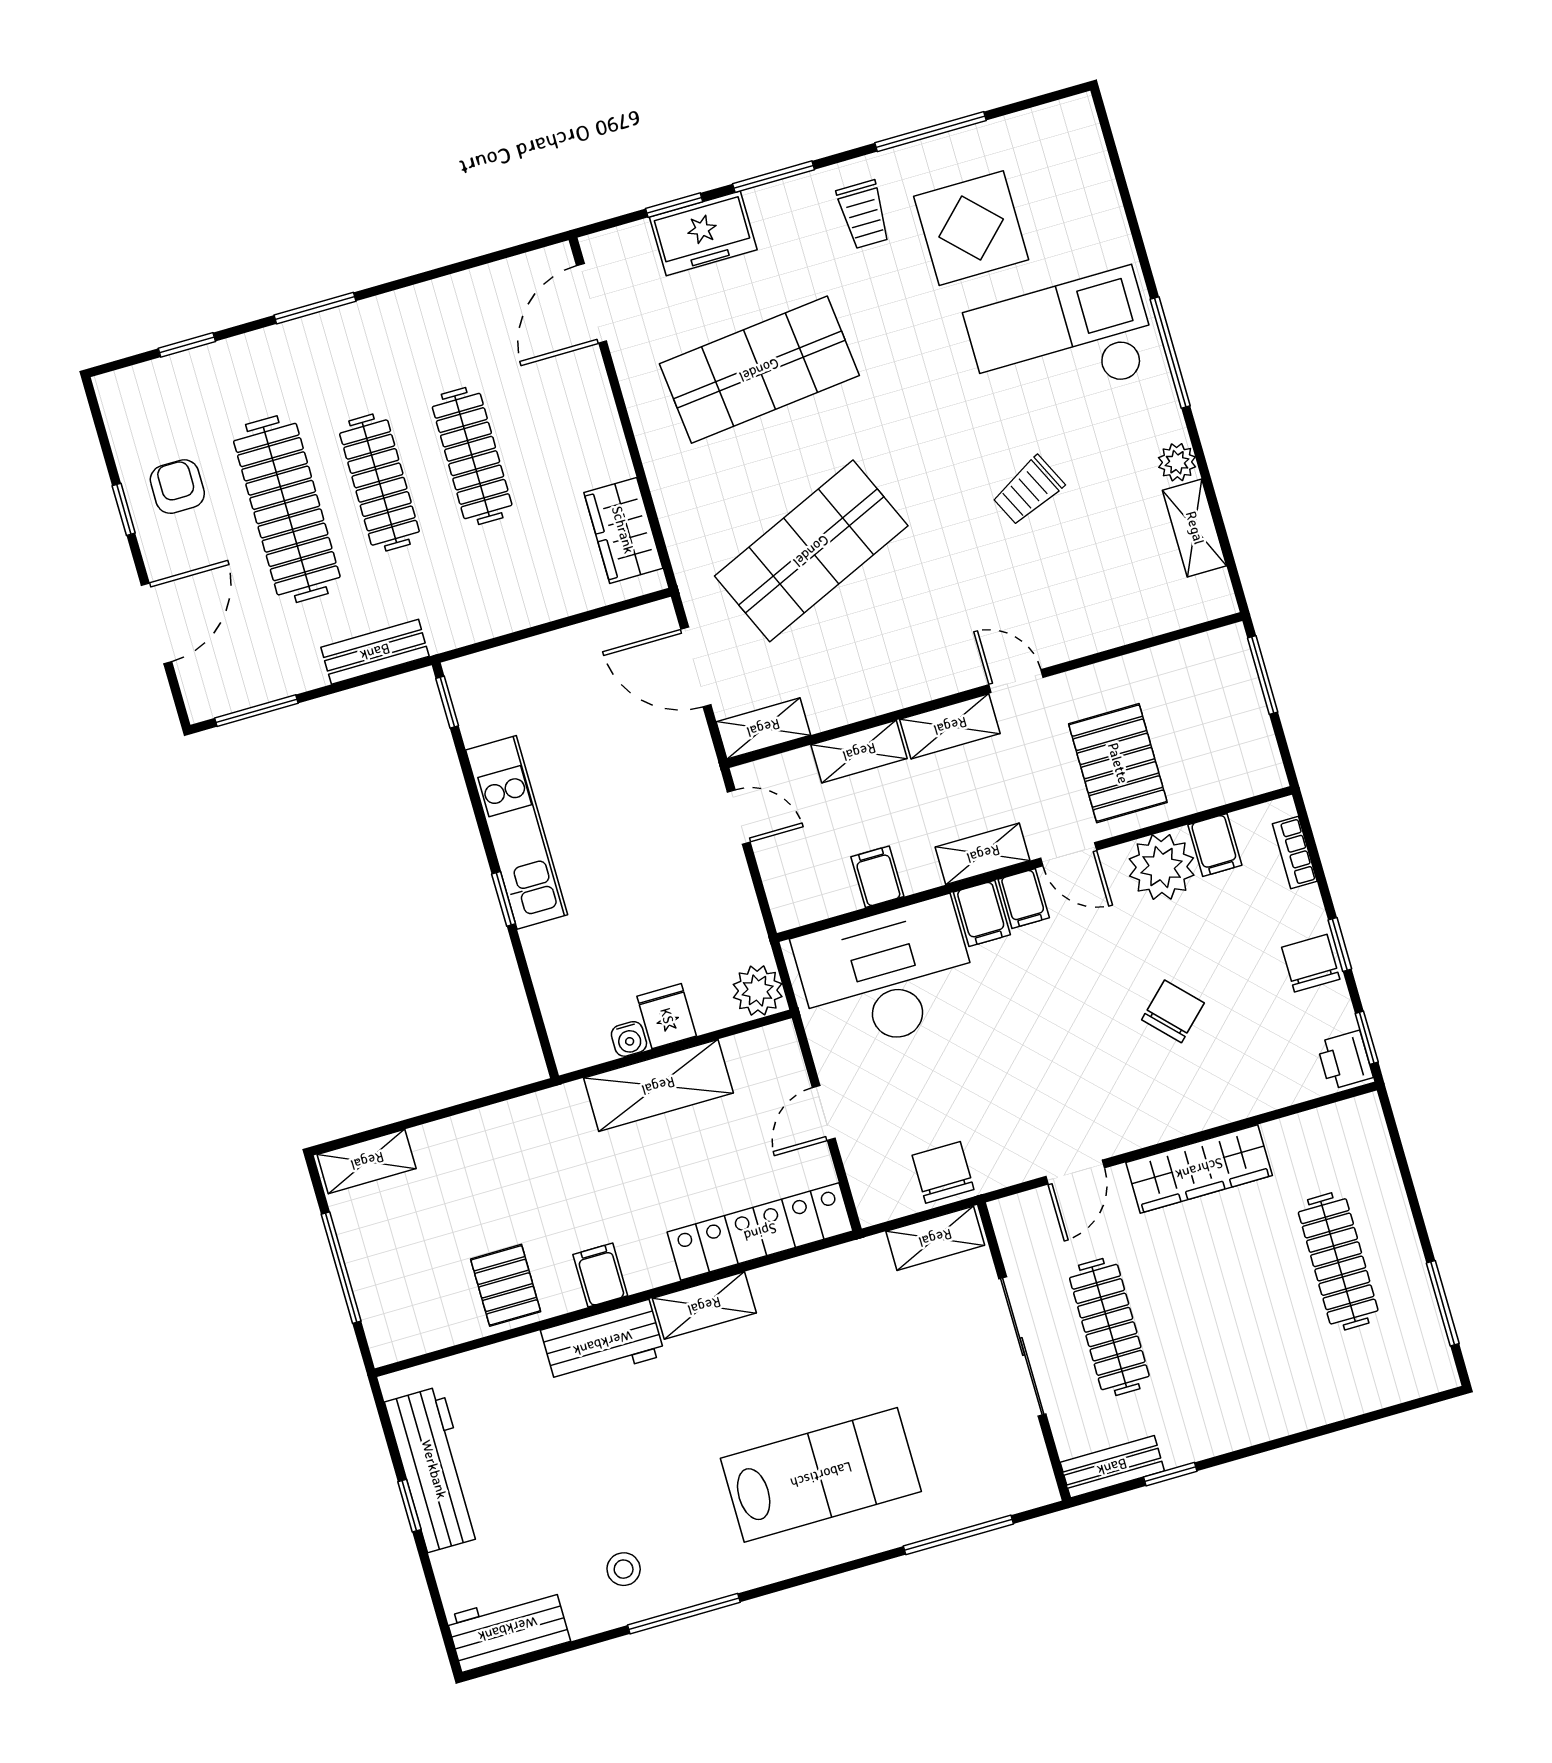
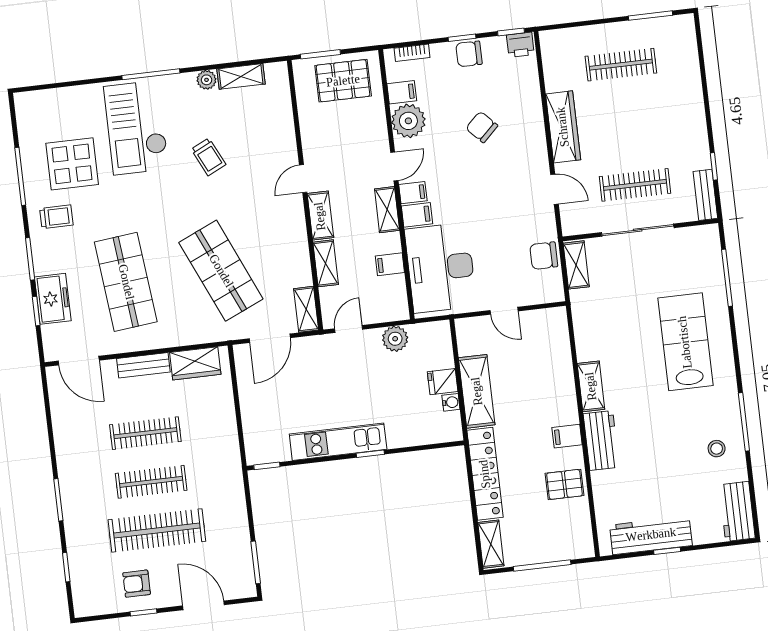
bench: (375, 652) -> (143, 365), moved, turned 90
pallet: (1118, 763) -> (343, 81), moved
plant: (758, 991) -> (395, 339), moved
locker: (760, 1232) -> (485, 474), moved, turned 180

